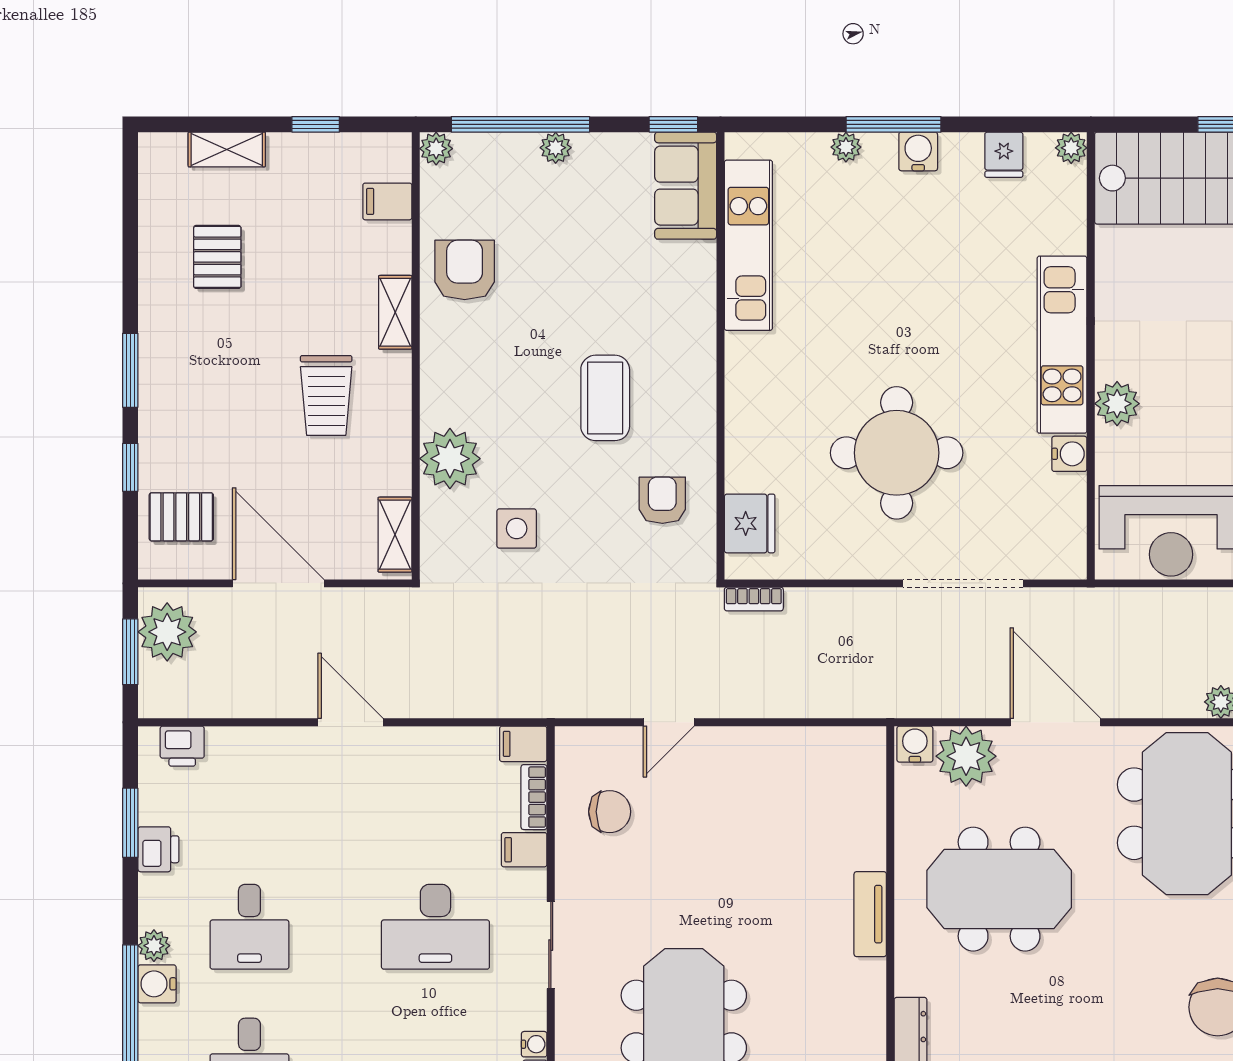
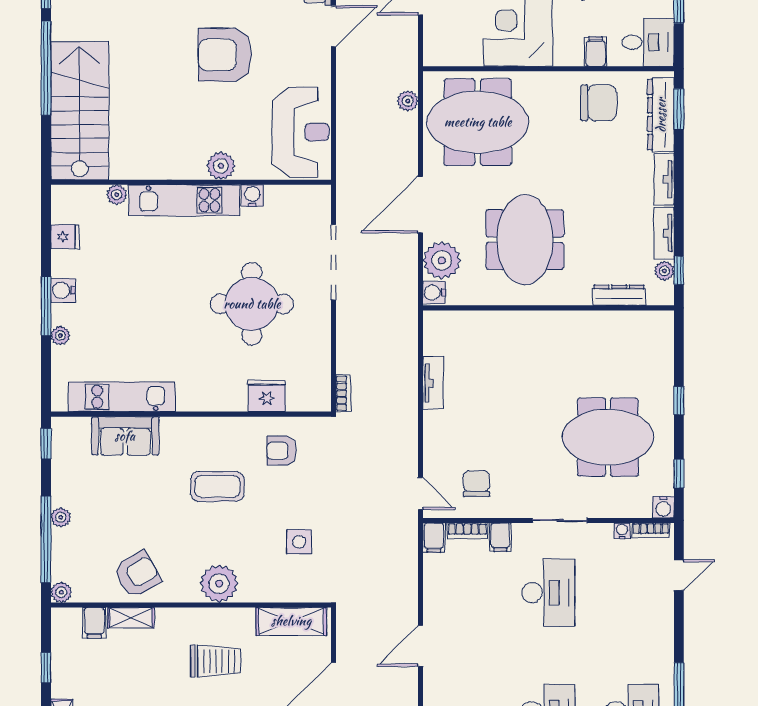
plant: (1071, 148) -> (117, 195), moved
sofa: (686, 186) -> (125, 436), moved
armchair: (465, 270) -> (137, 574), turned 150
shelving: (395, 312) -> (131, 618), moved
plant: (450, 459) -> (219, 584), moved
fridge: (750, 523) -> (267, 396), moved
shelving: (395, 535) -> (291, 621), width x1.50, depth x1.33
door: (669, 722) -> (420, 494), moved
tv unit: (870, 914) -> (433, 383), moved, turned -90

